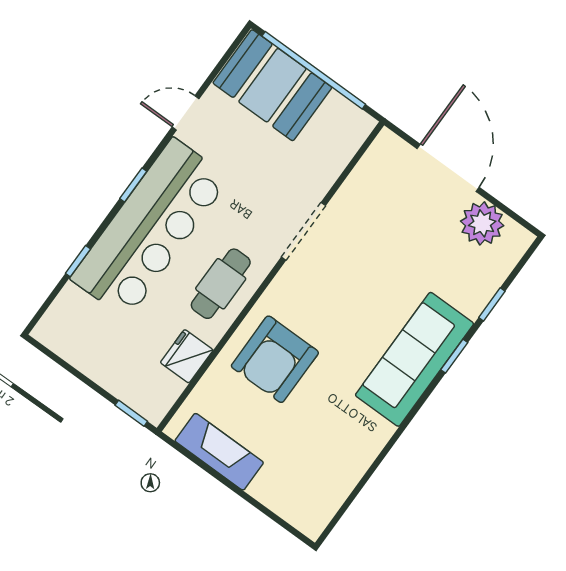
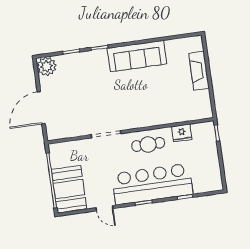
plant: (482, 223) -> (47, 66), moved
armchair: (275, 359) -> (156, 104), removed
sofa: (414, 359) -> (137, 56), moved
fireplace: (219, 452) -> (199, 71), moved

